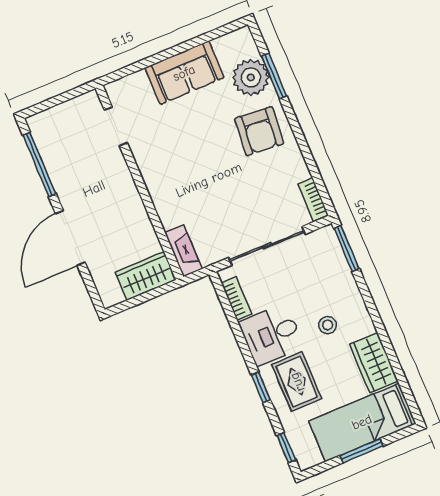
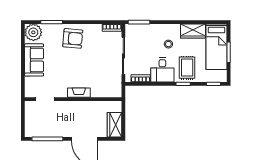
plant: (251, 77) -> (33, 32), moved
fireplace: (183, 251) -> (79, 93), moved
wardrobe: (146, 276) -> (114, 125), moved
rug: (297, 382) -> (187, 68), turned 90

